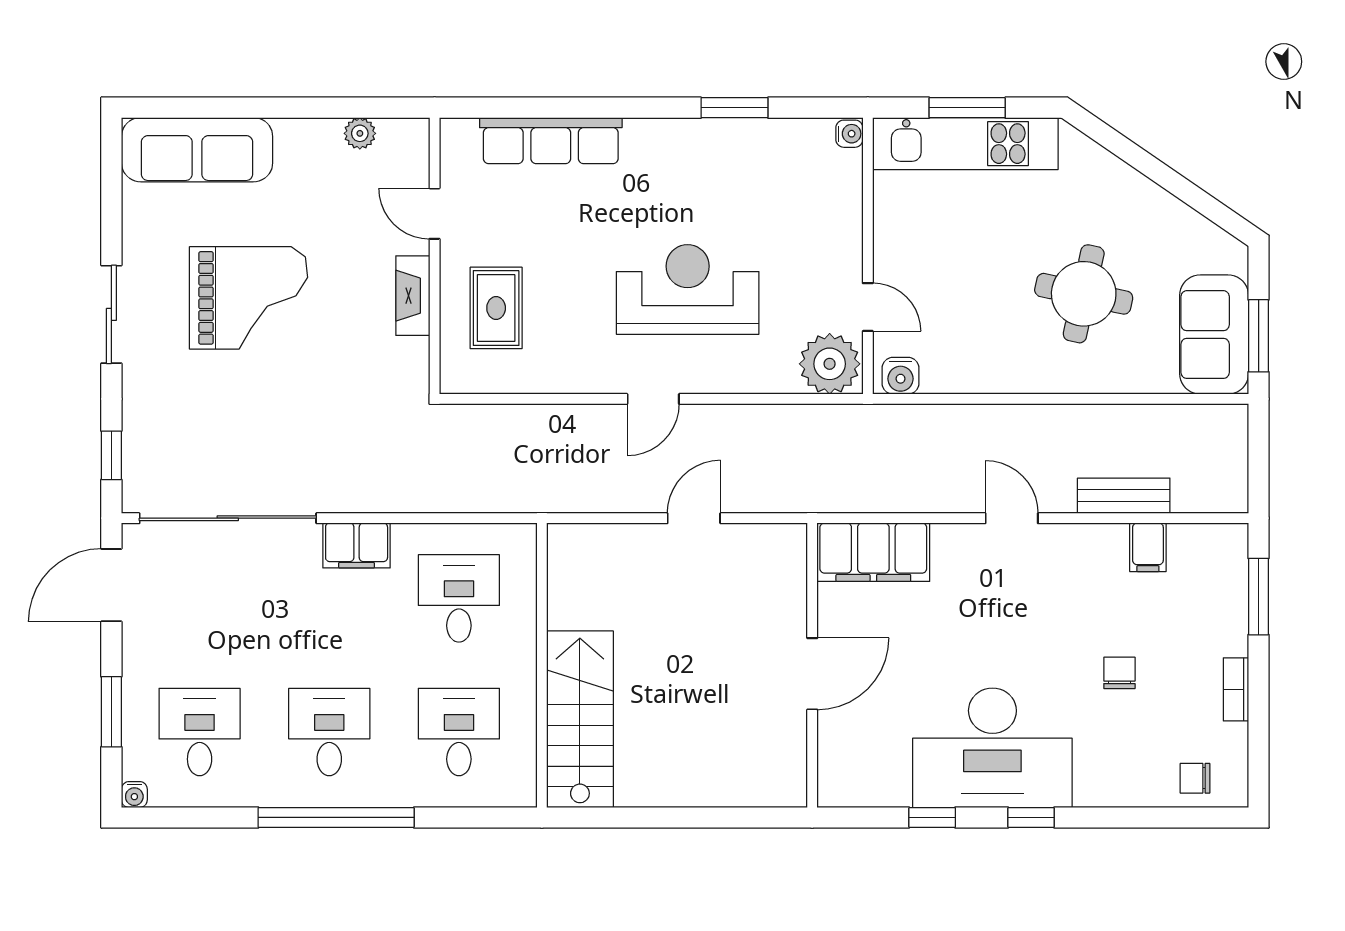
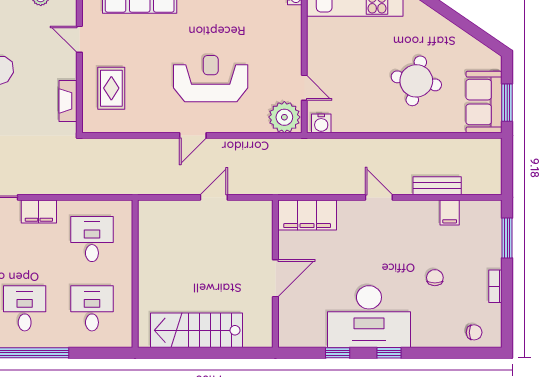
fireplace: (413, 296) -> (68, 101), moved
stairs: (580, 719) -> (196, 330), moved, turned -90
chair: (1195, 778) -> (474, 332), turned 180

